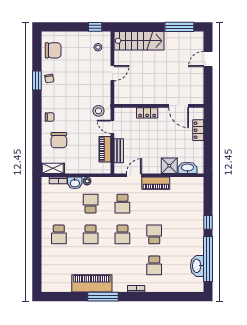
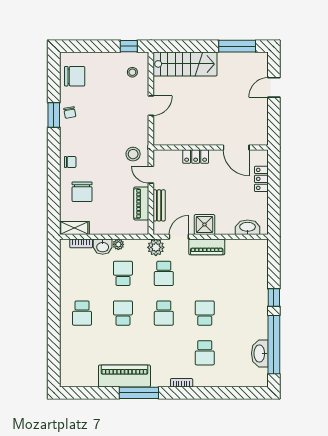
shower: (169, 166) -> (205, 225), moved
plant: (116, 183) -> (156, 247), added
school desk: (91, 234) -> (123, 313), turned 180

